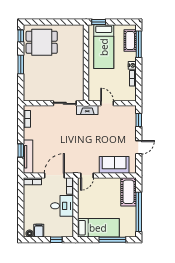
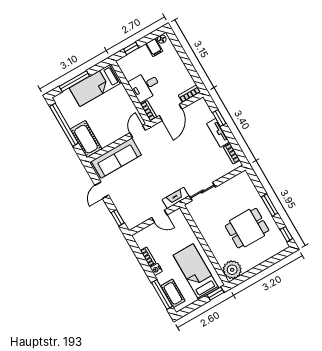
plant: (76, 33) -> (232, 270), added
dining table: (42, 42) -> (247, 228), moved
tv unit: (28, 157) -> (218, 133), moved, width x0.71
sofa: (114, 165) -> (116, 158), width x1.36

